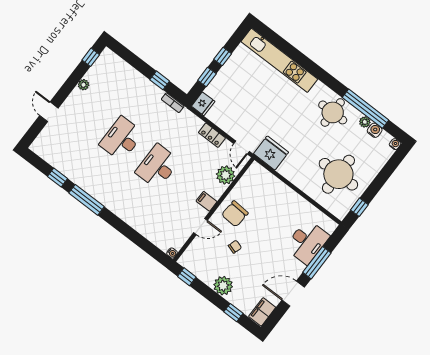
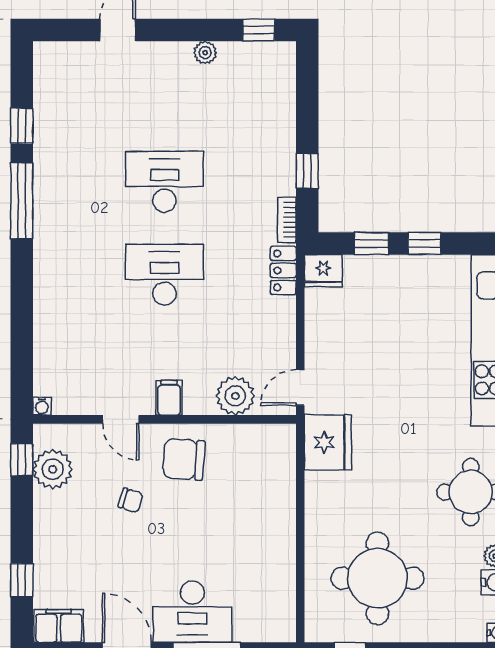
locker: (212, 135) -> (283, 270), moved
desk: (307, 242) -> (192, 612), moved
plant: (223, 286) -> (53, 469), moved

